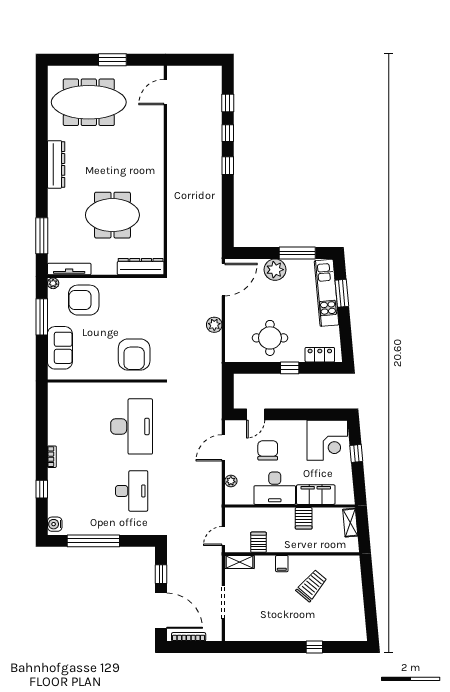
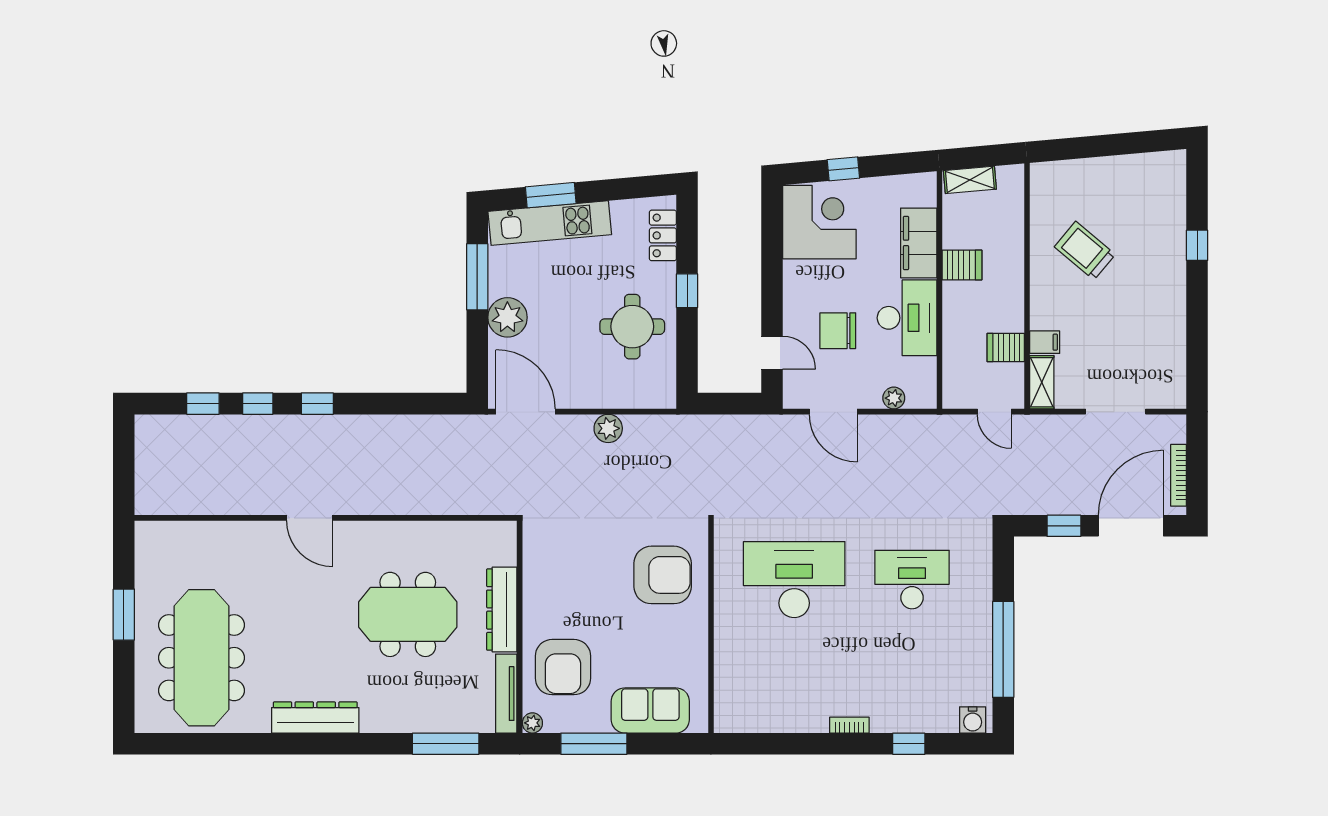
door: (165, 92) -> (310, 518), moved
meeting table: (112, 215) -> (408, 614), turned 90
dresser: (141, 267) -> (502, 610), moved
filing cabinet: (282, 564) -> (1045, 342), moved

